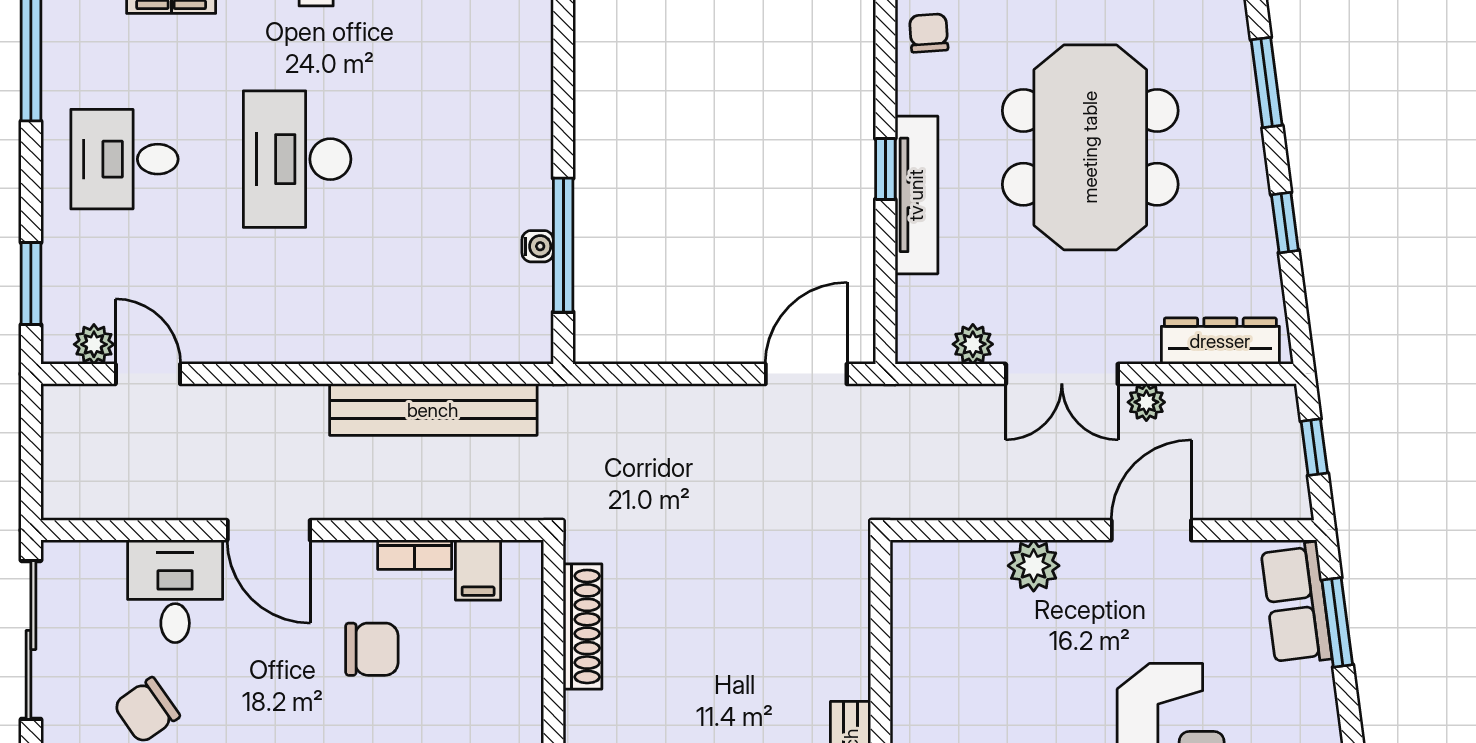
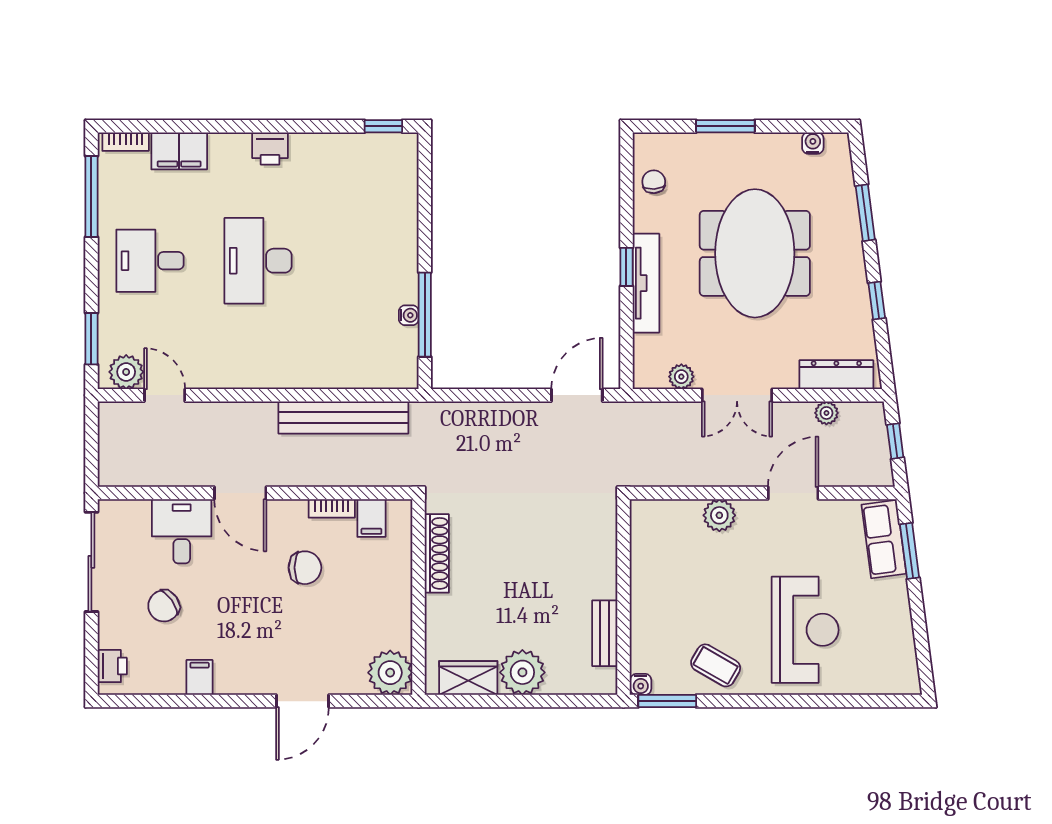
plant: (94, 344) -> (126, 372), width x1.38, depth x1.38
plant: (1146, 402) -> (826, 413), moved

